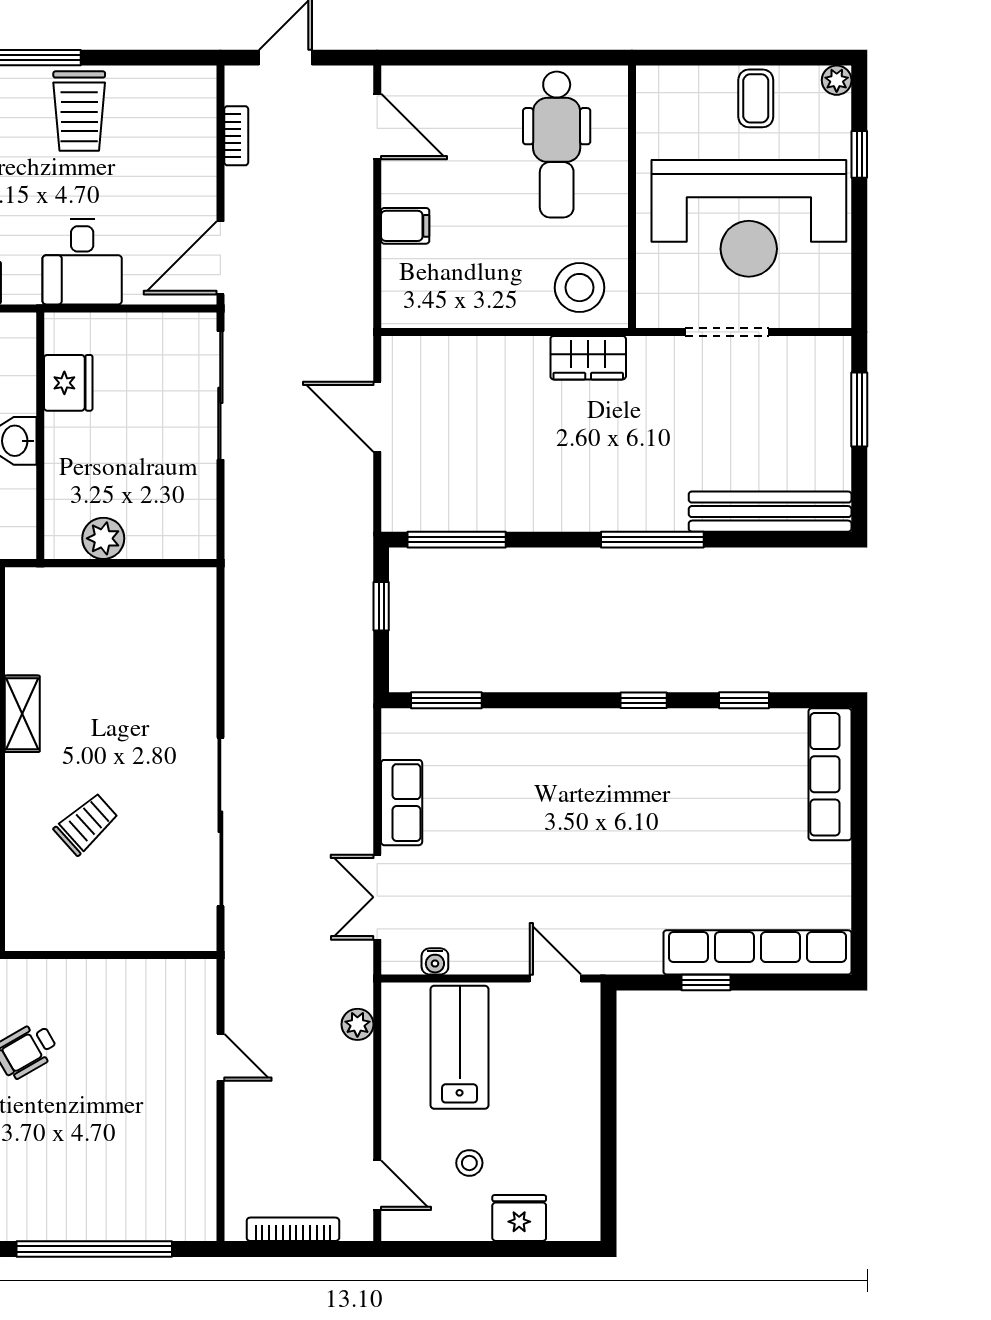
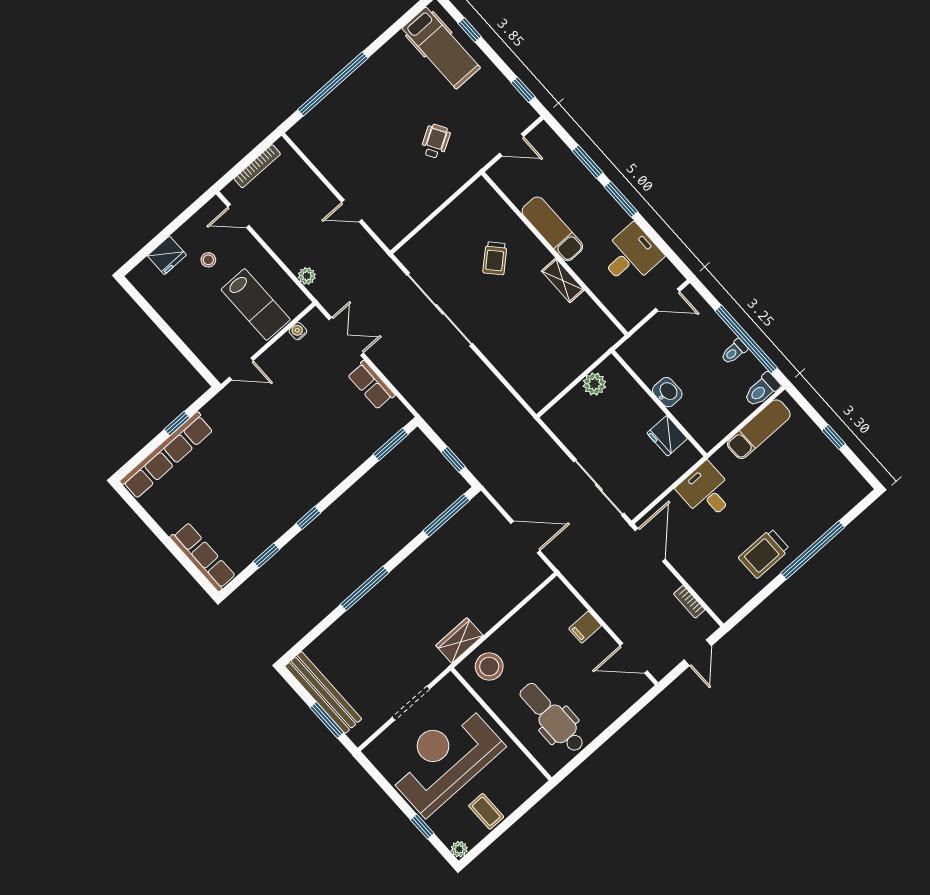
trolley: (79, 111) -> (764, 553), turned -90
bench: (770, 512) -> (323, 692), moved, turned 90

